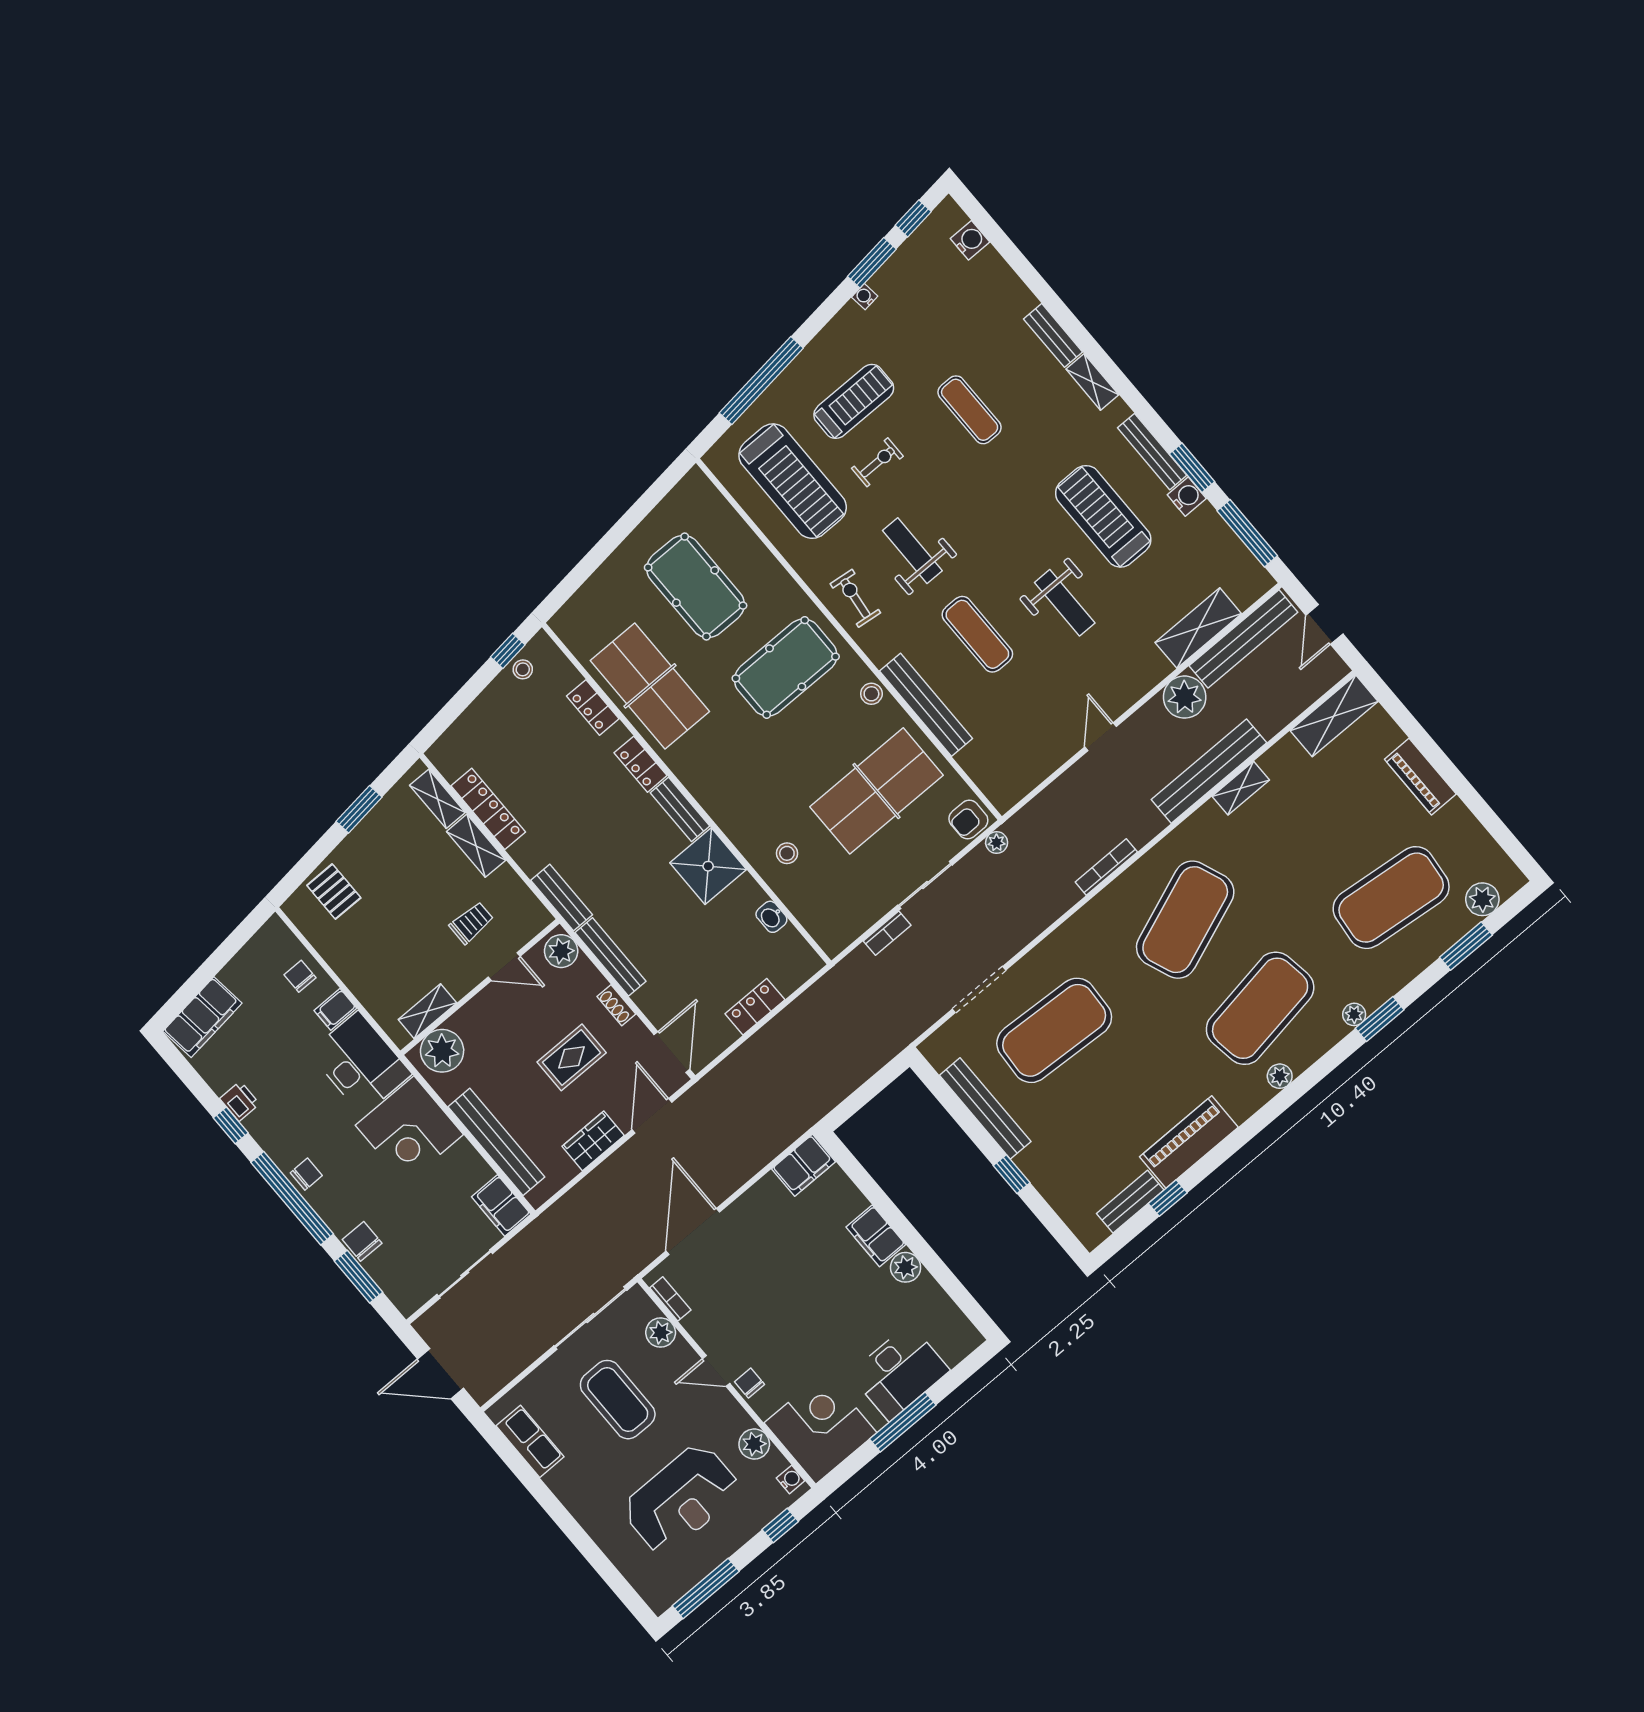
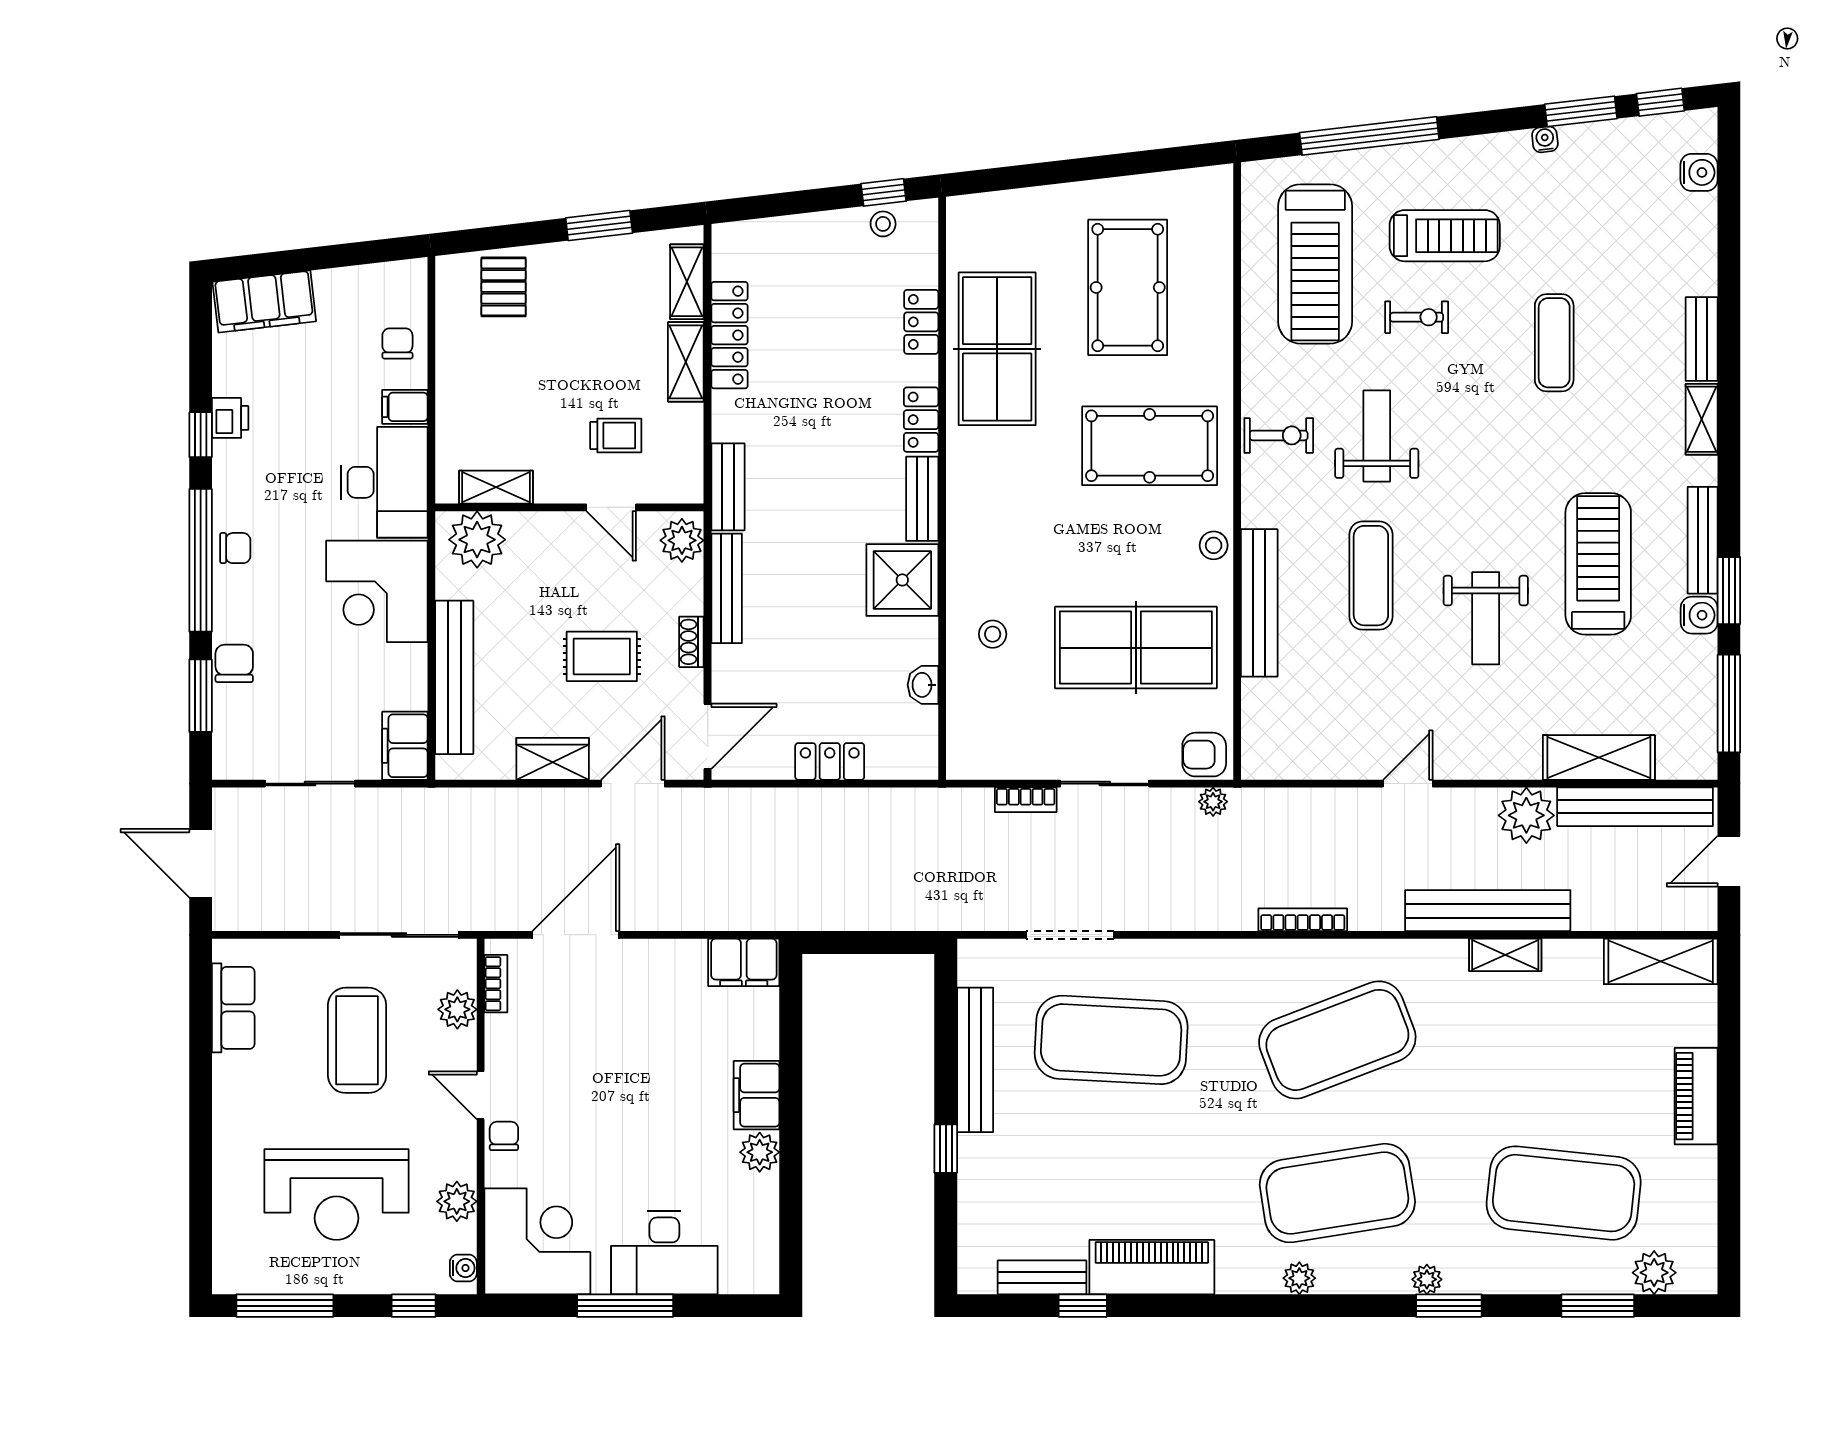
exercise bike: (855, 598) -> (1279, 435), turned 83

